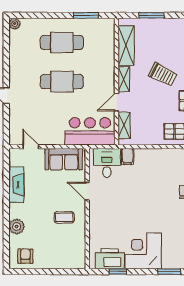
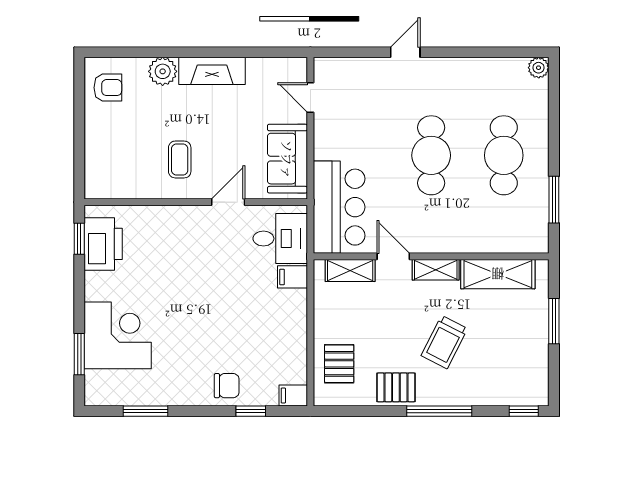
door: (31, 147) -> (310, 98), swing flipped
fireplace: (16, 185) -> (212, 71), moved
corner desk: (143, 251) -> (118, 335), moved
window: (118, 272) -> (79, 239), moved

